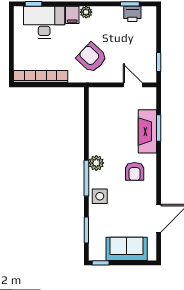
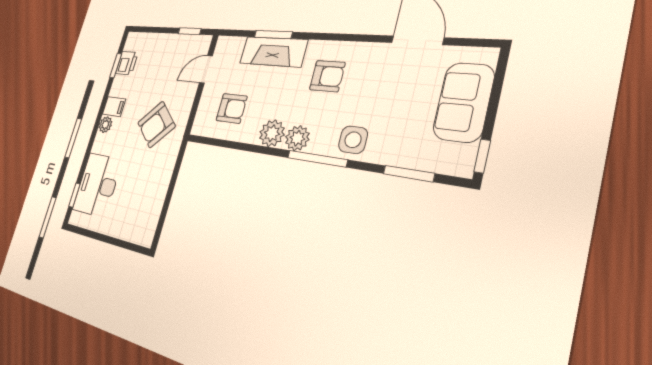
filing cabinet: (72, 15) -> (114, 107), moved
bookcase: (41, 77) -> (155, 205), removed
armchair: (109, 113) -> (232, 108), added
plant: (97, 146) -> (272, 133), added

